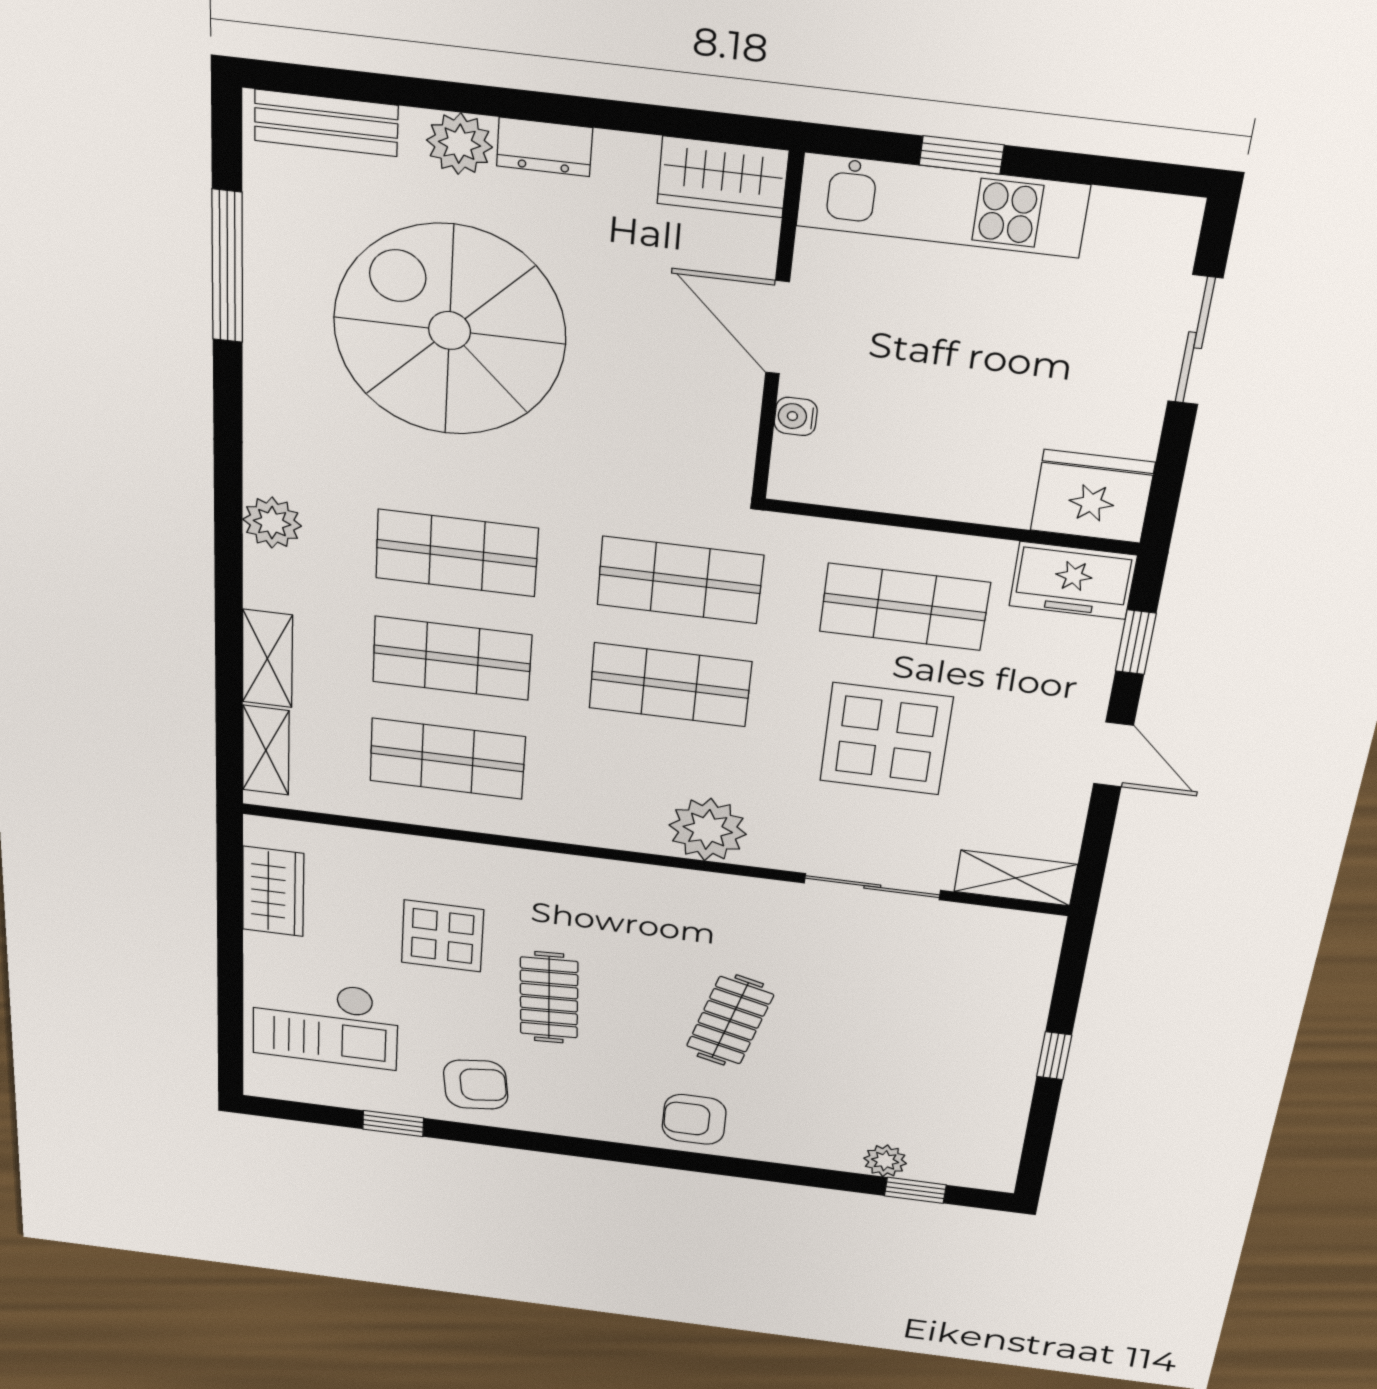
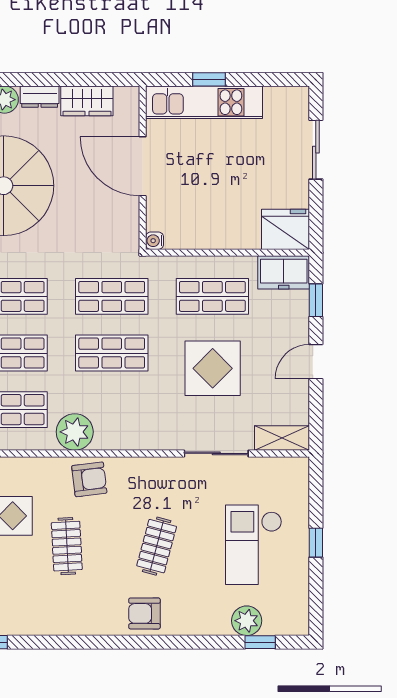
wardrobe: (723, 177) -> (87, 101), moved
door: (777, 327) -> (143, 166), width x1.36
water cooler: (796, 416) -> (155, 241), moved
door: (1113, 755) -> (316, 362), swing flipped
plant: (708, 830) -> (75, 432), moved
checkout: (927, 1043) -> (254, 545), added
armchair: (476, 1085) -> (89, 479), moved
plant: (885, 1161) -> (247, 621), width x1.38, depth x1.38

